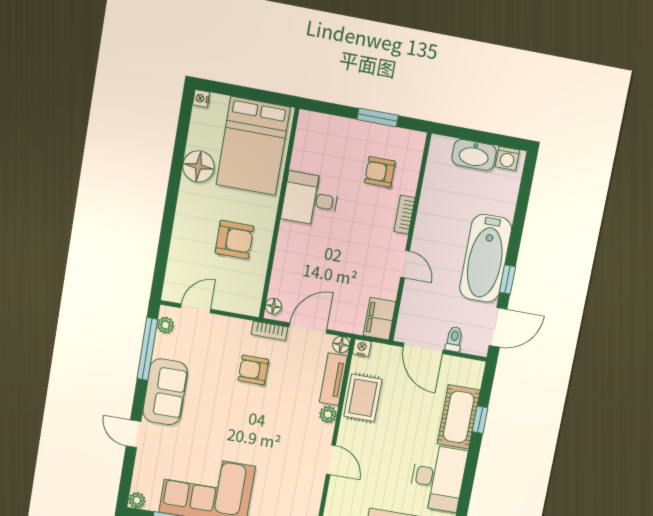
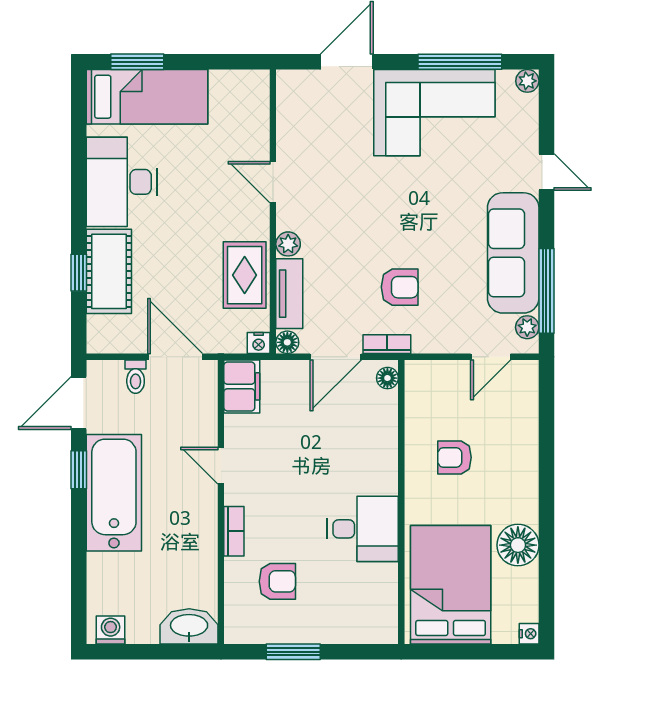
washbasin: (474, 155) -> (189, 626), moved
armchair: (234, 240) -> (454, 457), width x0.72, depth x0.72
sofa: (165, 392) -> (513, 253), width x1.36

